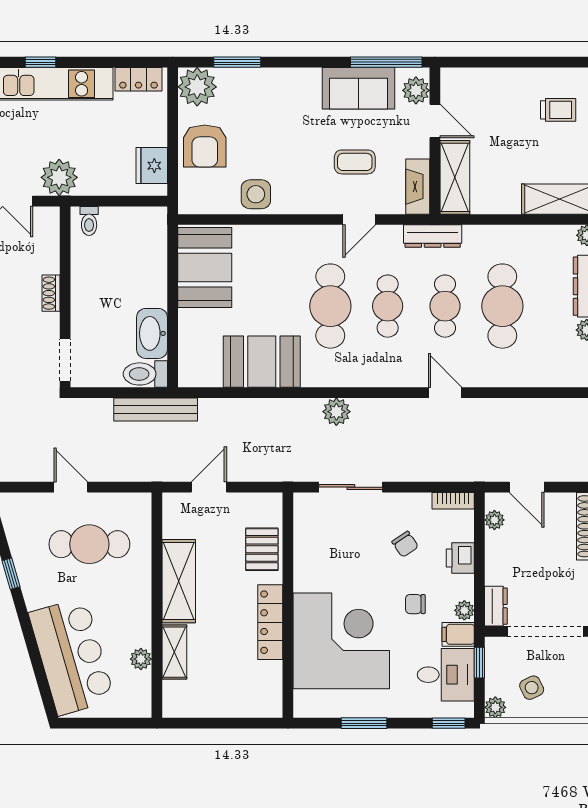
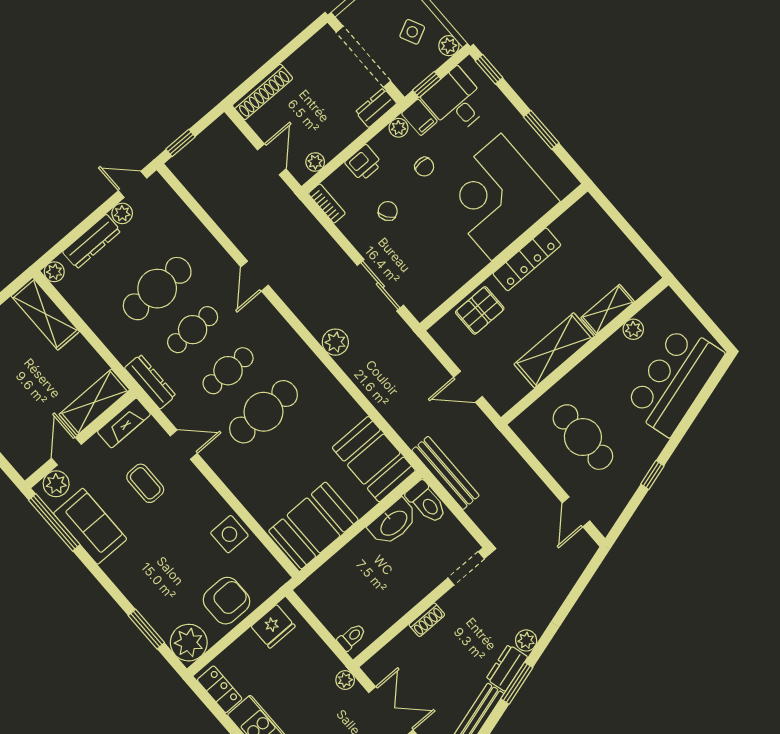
plant: (59, 177) -> (345, 680), width x0.53, depth x0.53
booth: (262, 362) -> (374, 459), moved
door: (71, 487) -> (576, 512), moved

